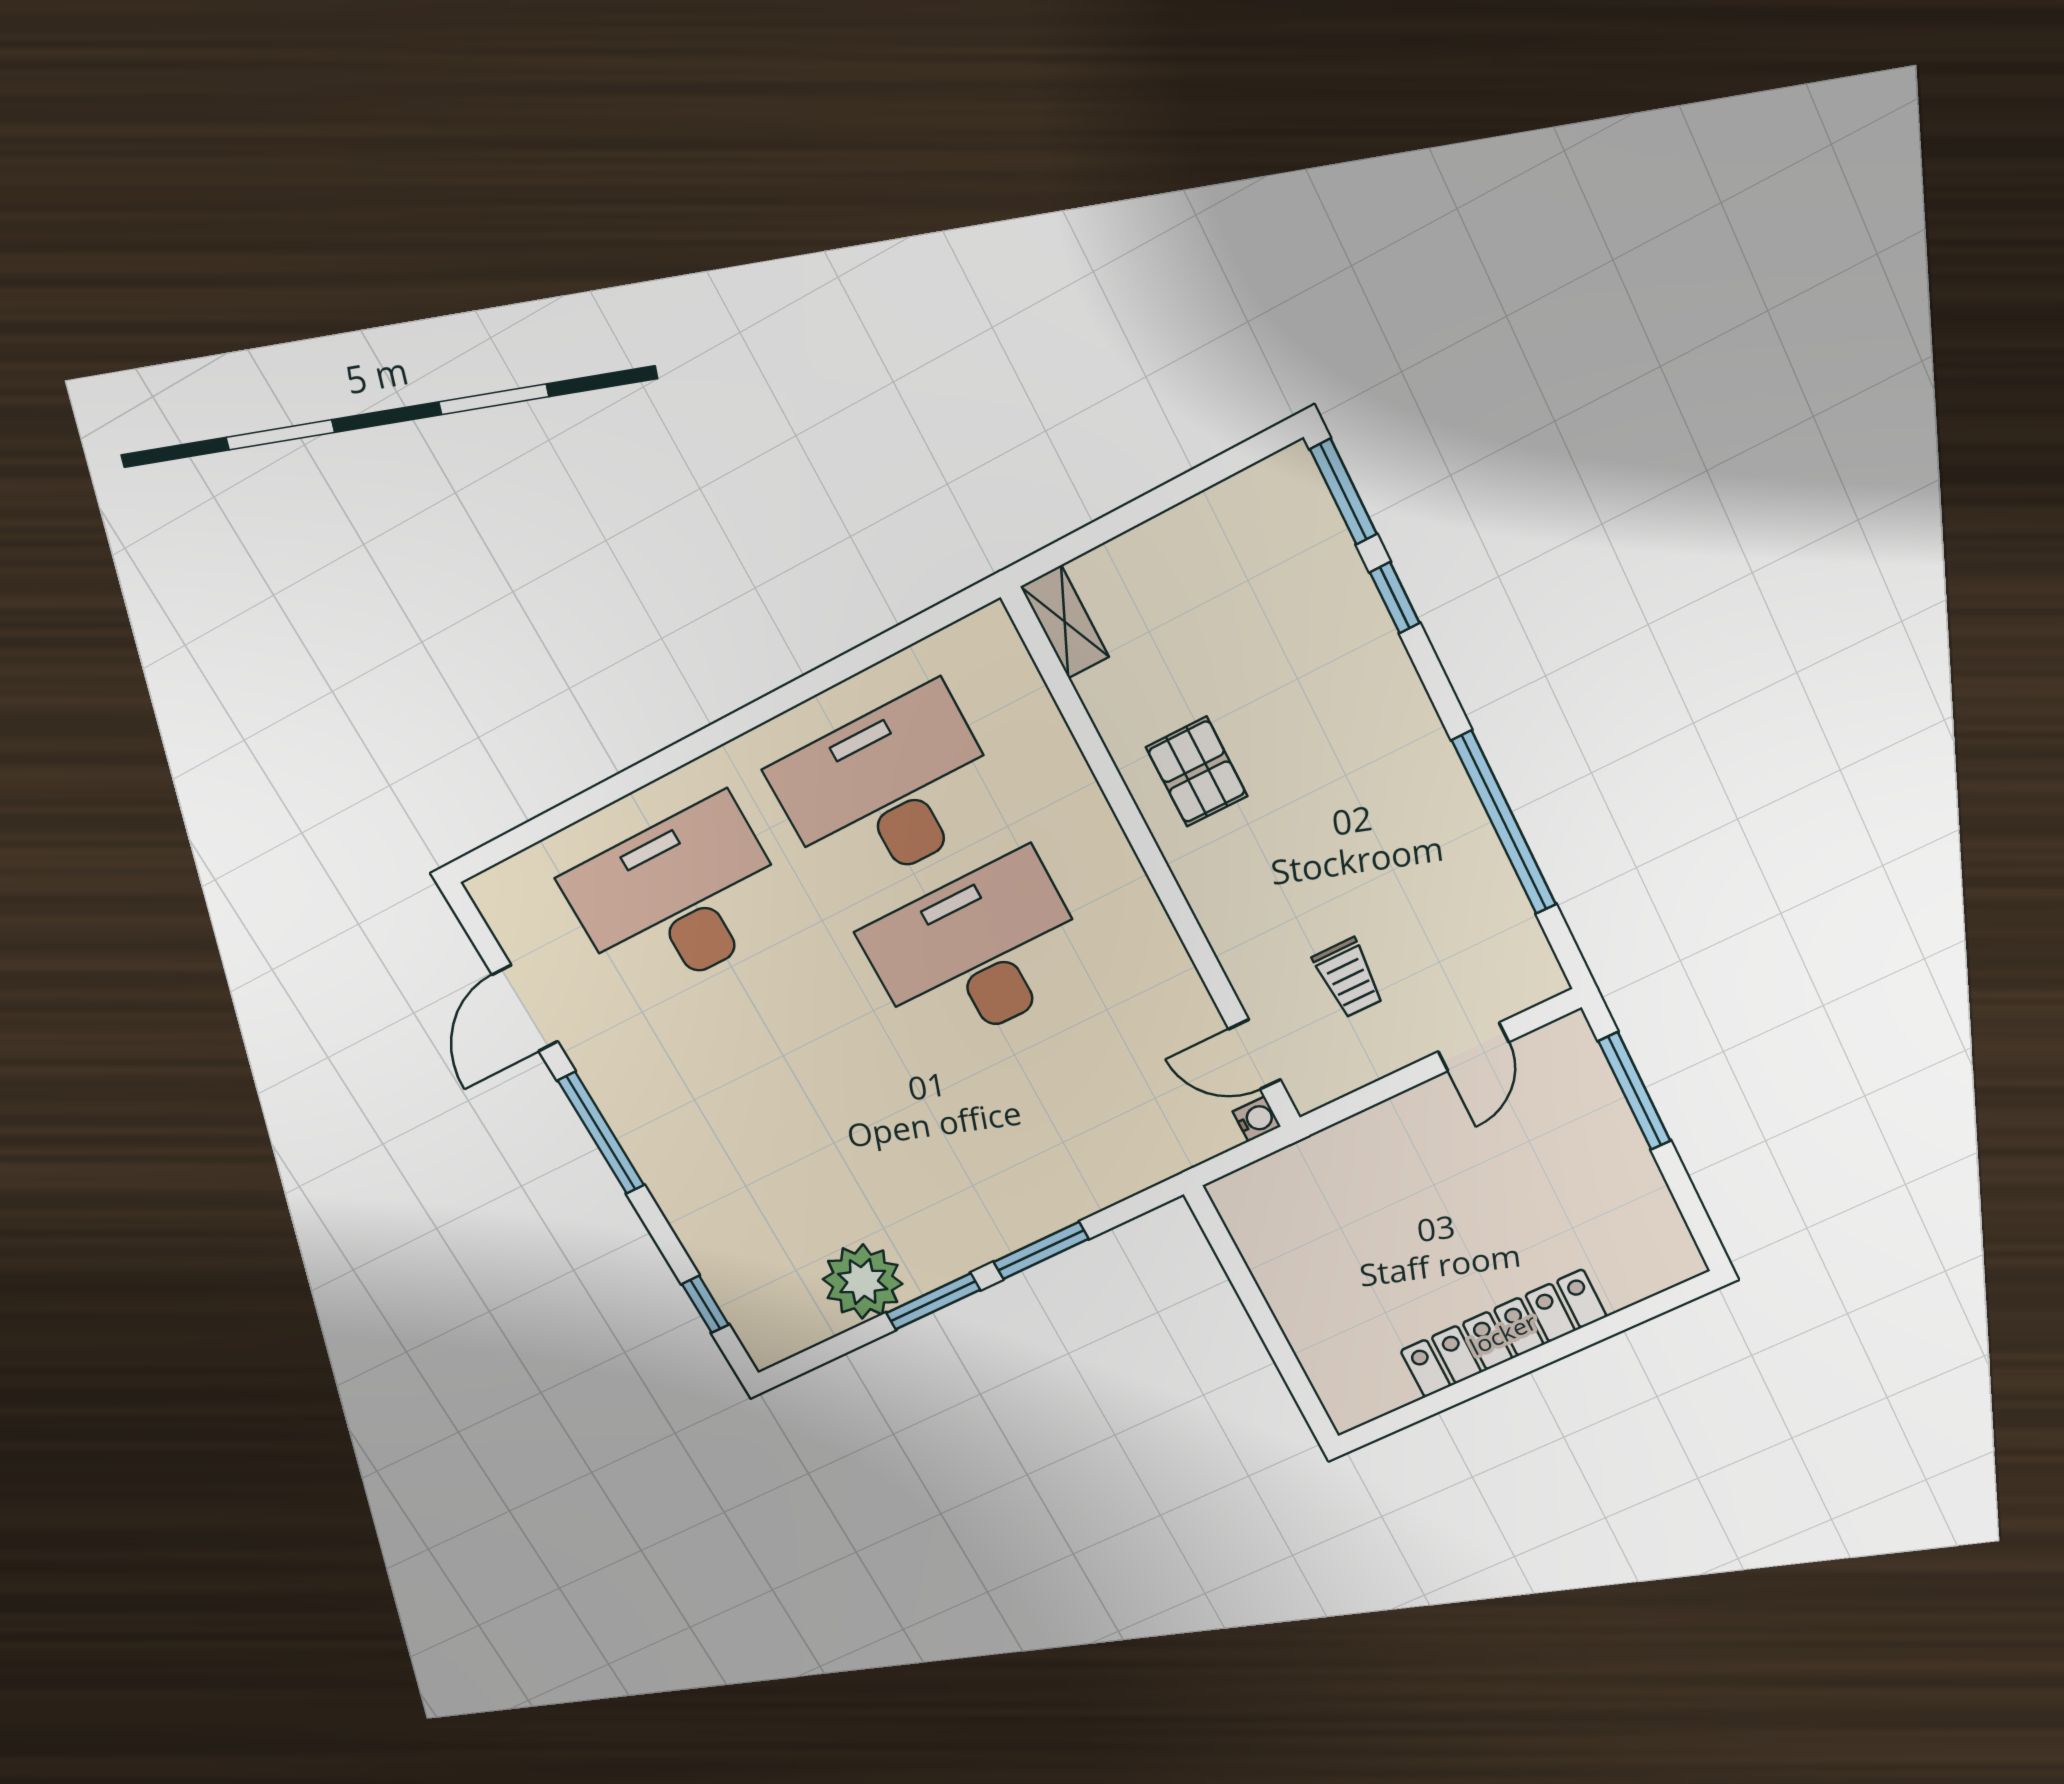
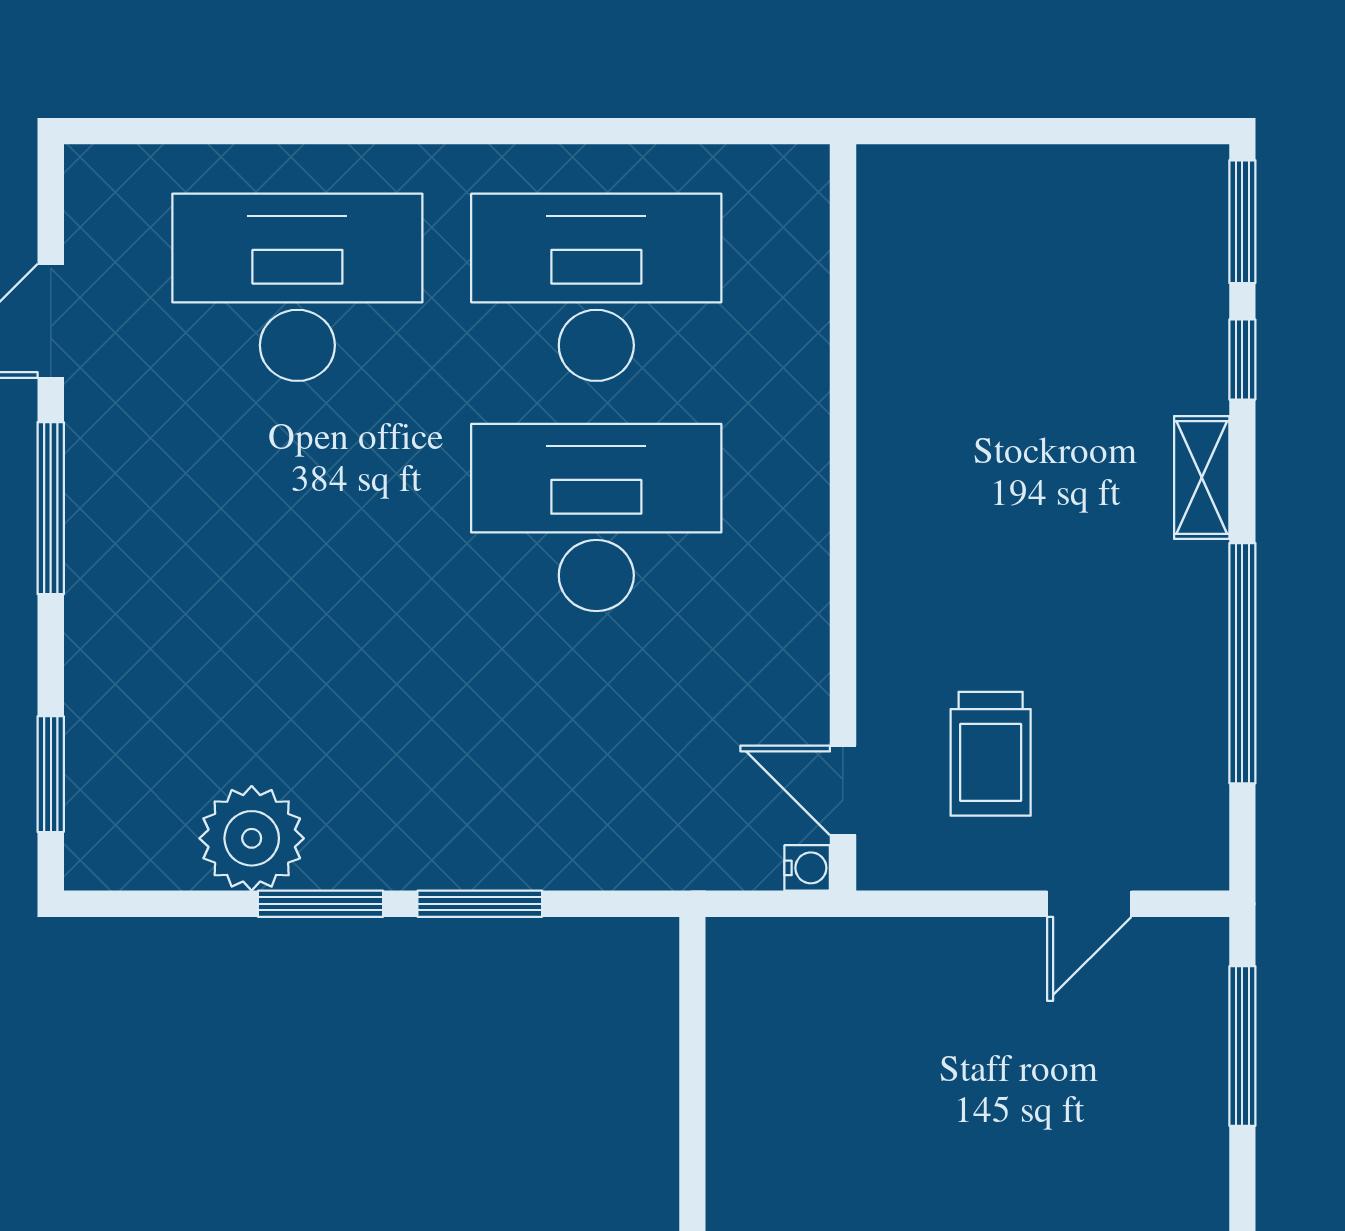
shelving: (1065, 622) -> (1202, 478), moved
pallet: (1197, 772) -> (941, 438), removed
trolley: (1349, 978) -> (991, 754), width x1.36, depth x1.39
window: (705, 1304) -> (51, 774), width x1.50

